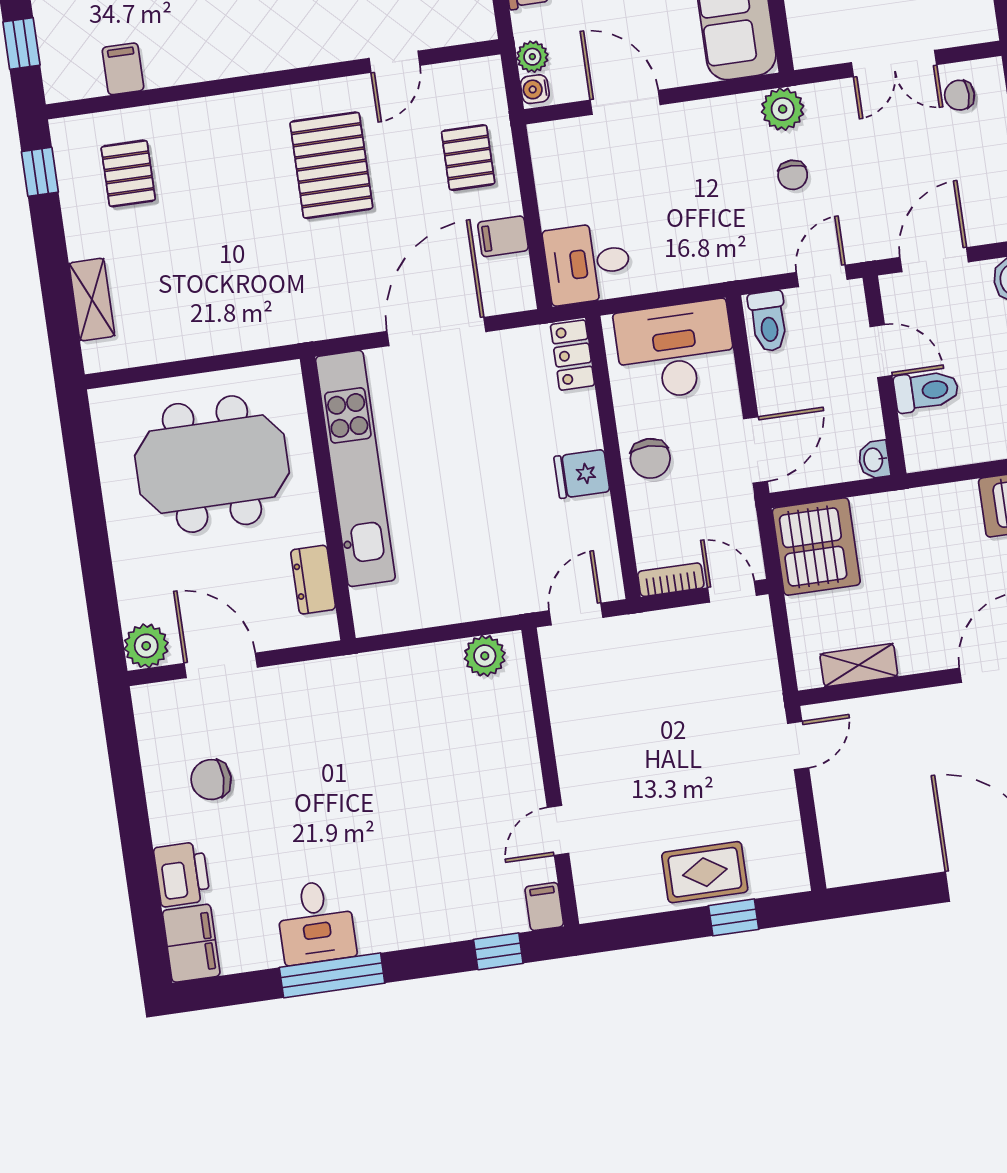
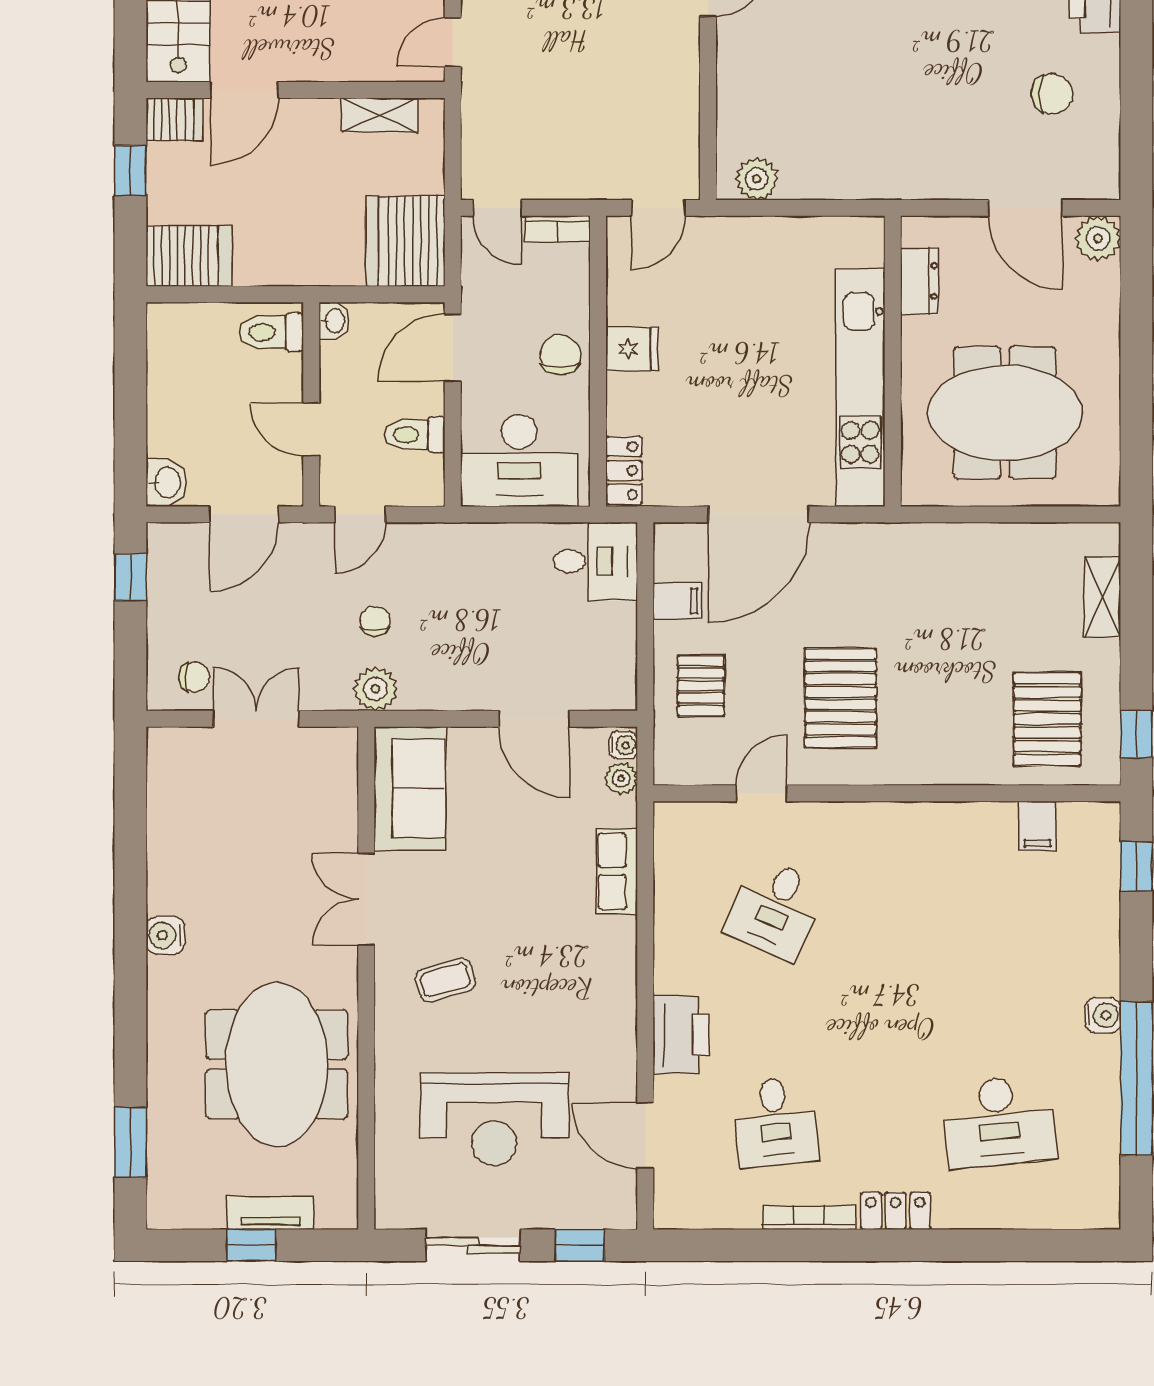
pallet: (128, 173) -> (1047, 719), width x1.50, depth x1.42
toilet: (768, 321) -> (415, 435), moved, turned -90
toilet: (926, 391) -> (271, 332), moved

